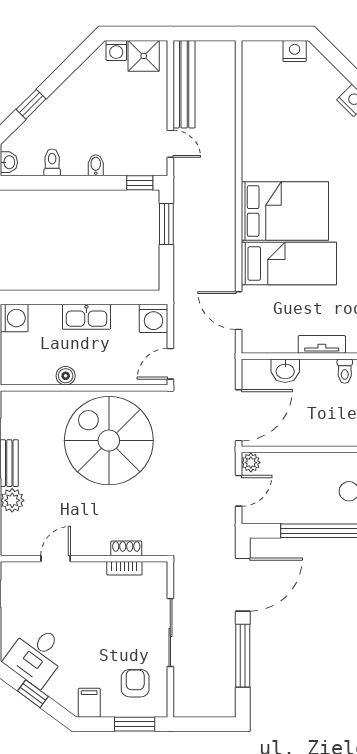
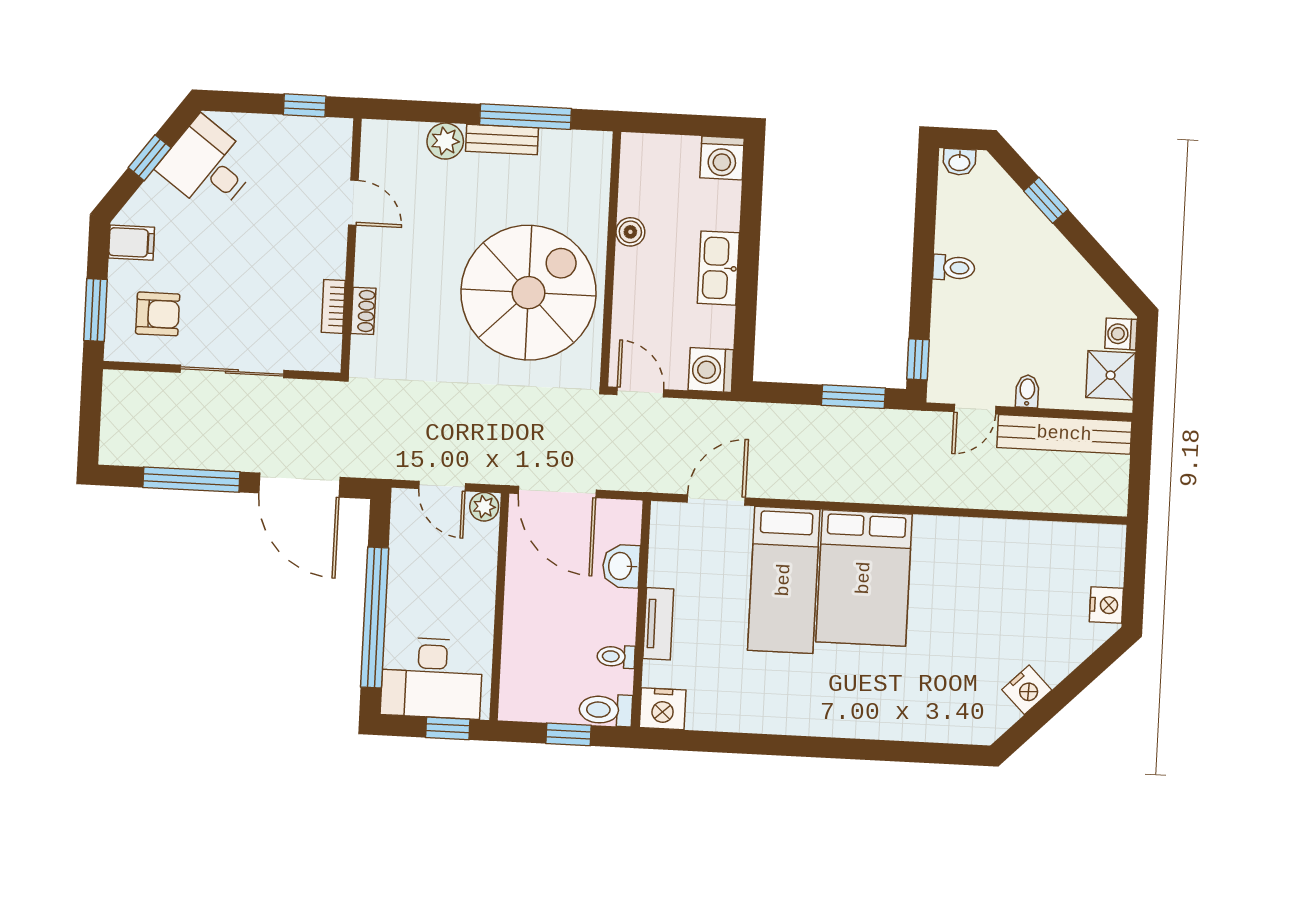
toilet: (52, 162) -> (954, 268), moved
bidet: (96, 165) -> (1027, 391), moved, turned -90

